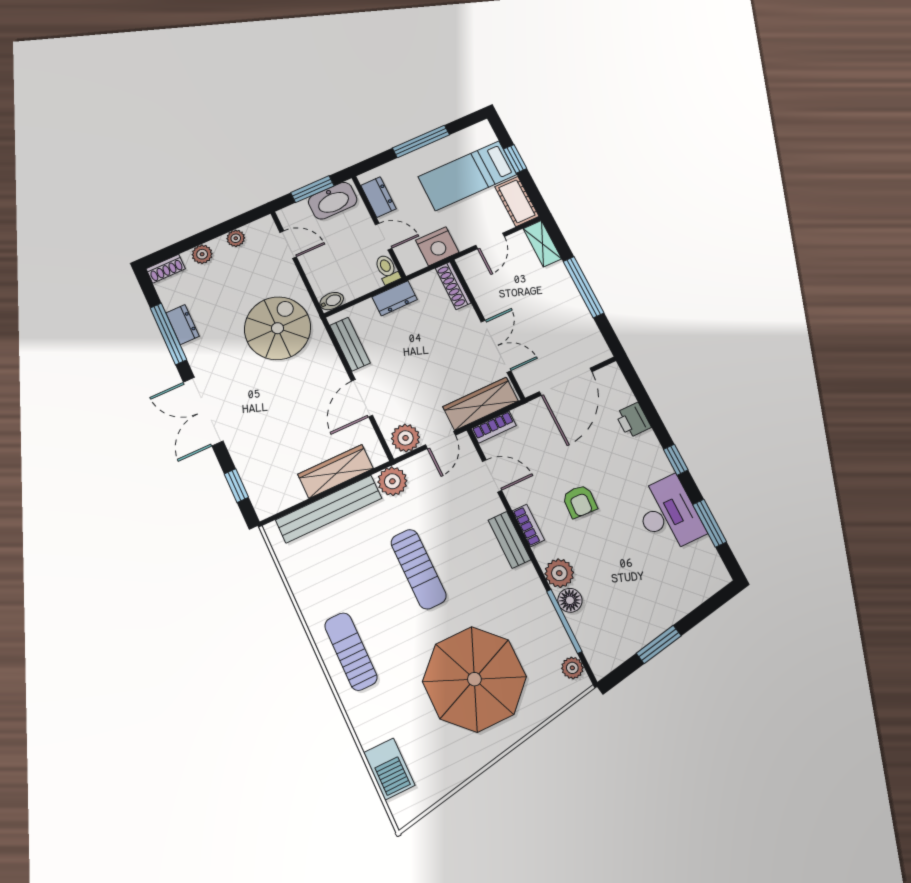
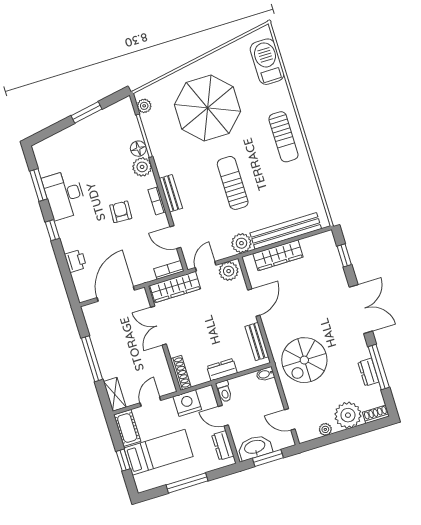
plant: (202, 254) -> (348, 415), width x1.87, depth x1.87
barbecue: (389, 769) -> (267, 62), width x1.37, depth x1.21

